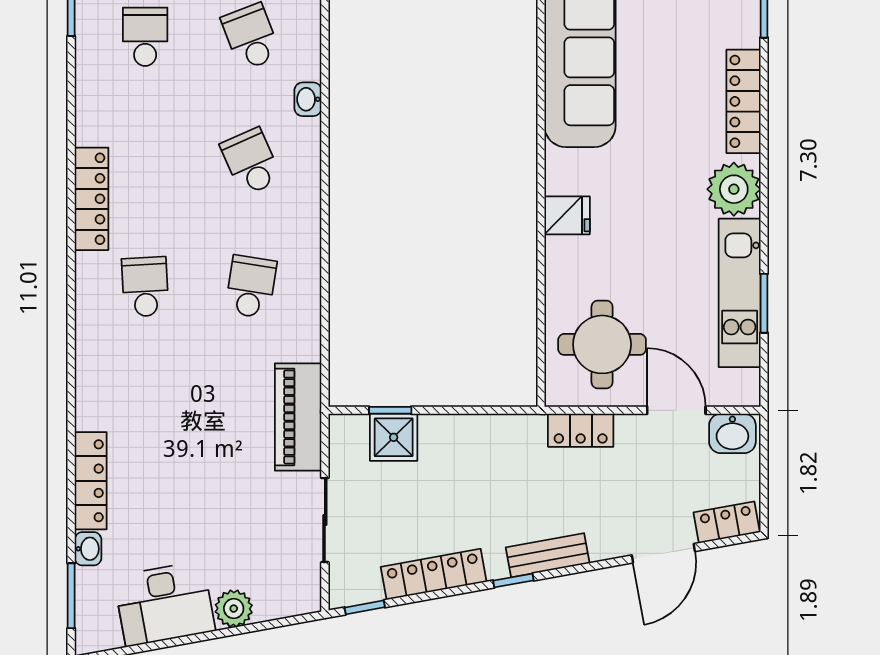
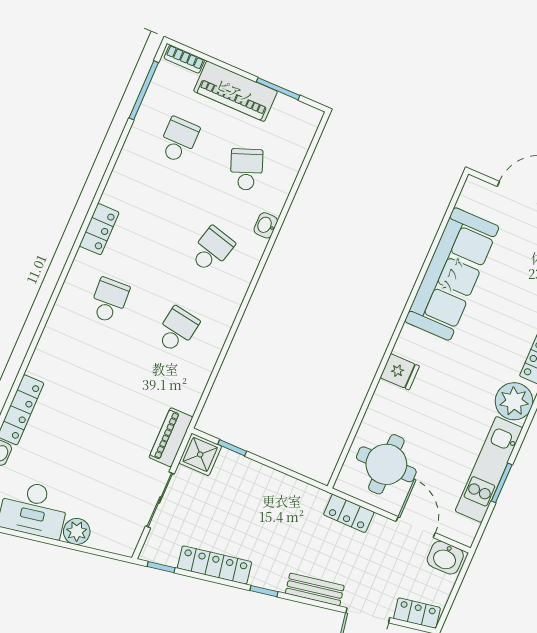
school desk: (251, 162) -> (212, 250), turned 39
locker: (91, 199) -> (99, 229), width x0.66
piano: (298, 417) -> (171, 437), width x0.73, depth x0.75
shower: (394, 437) -> (200, 454), moved
bench: (548, 555) -> (315, 590), moved

